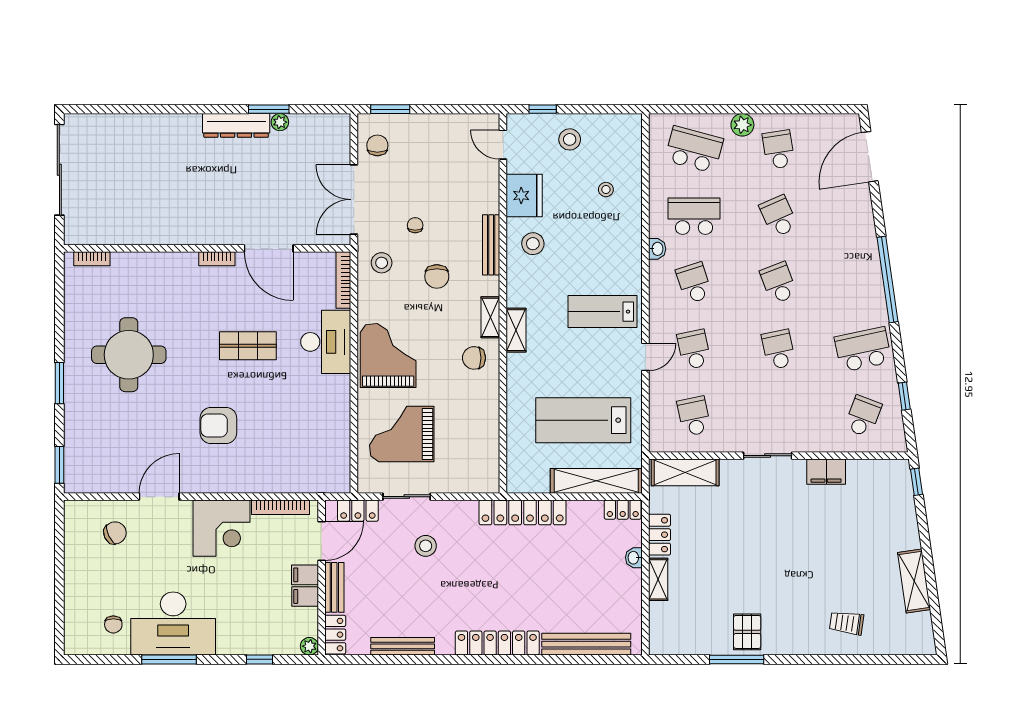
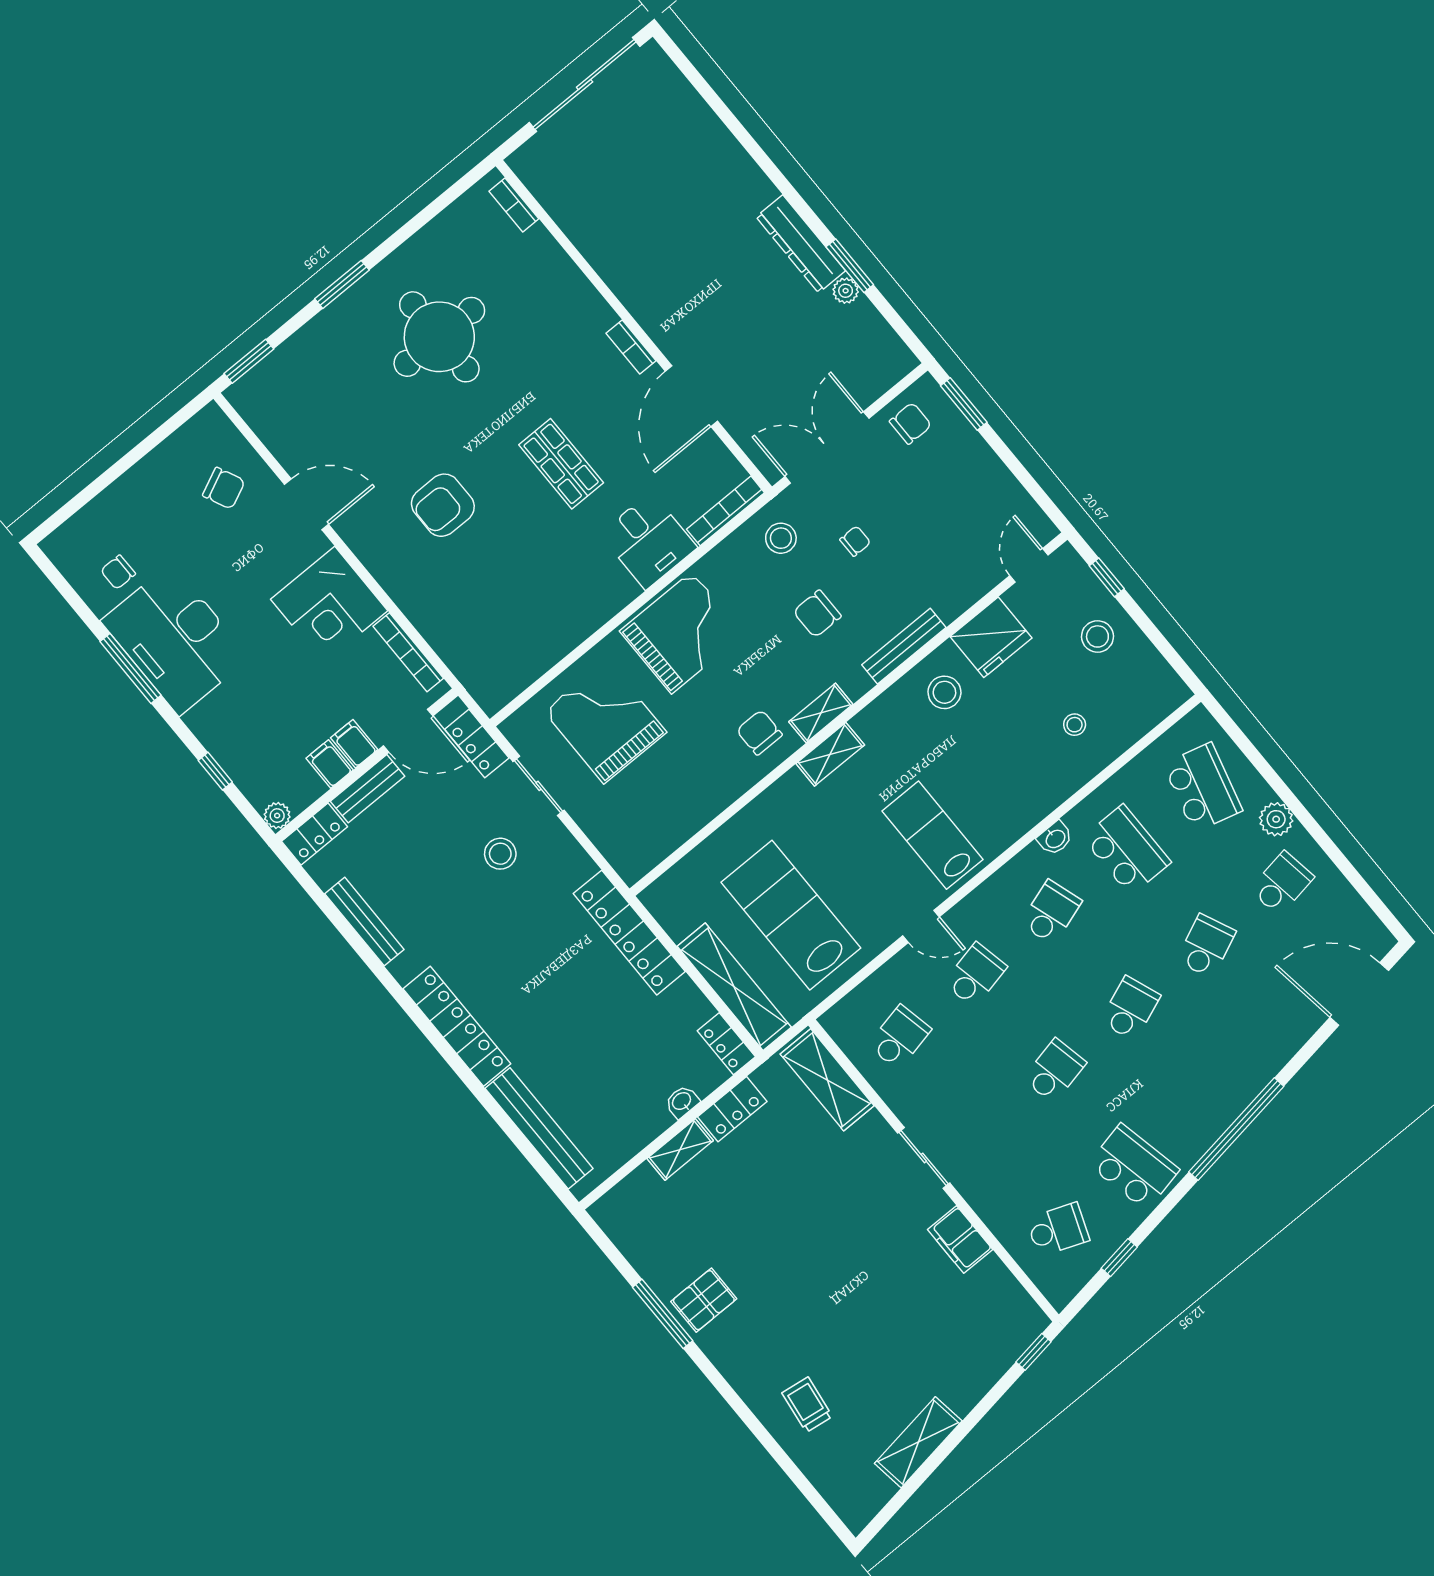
desk: (326, 342) -> (648, 541), width x0.73
armchair: (218, 425) -> (443, 505), turned -90

